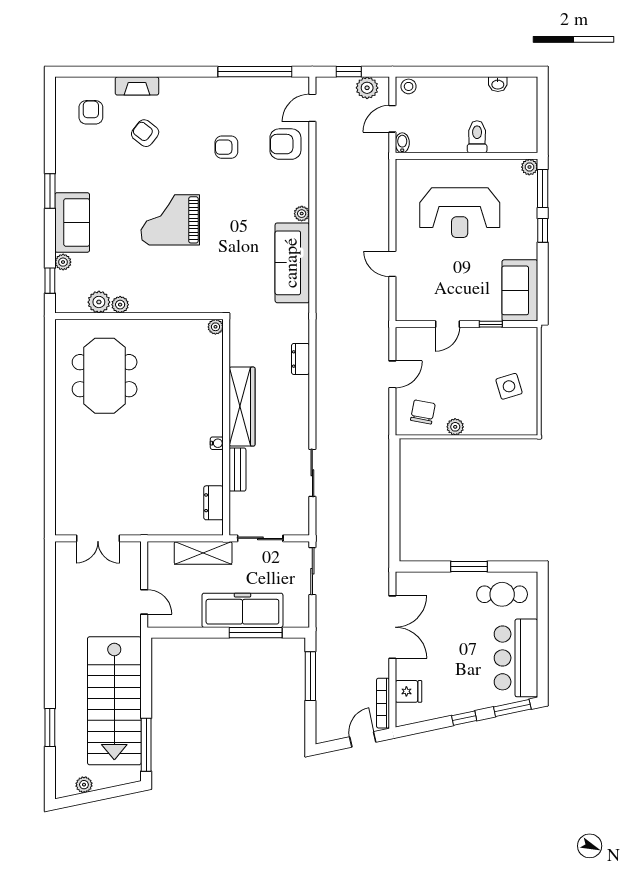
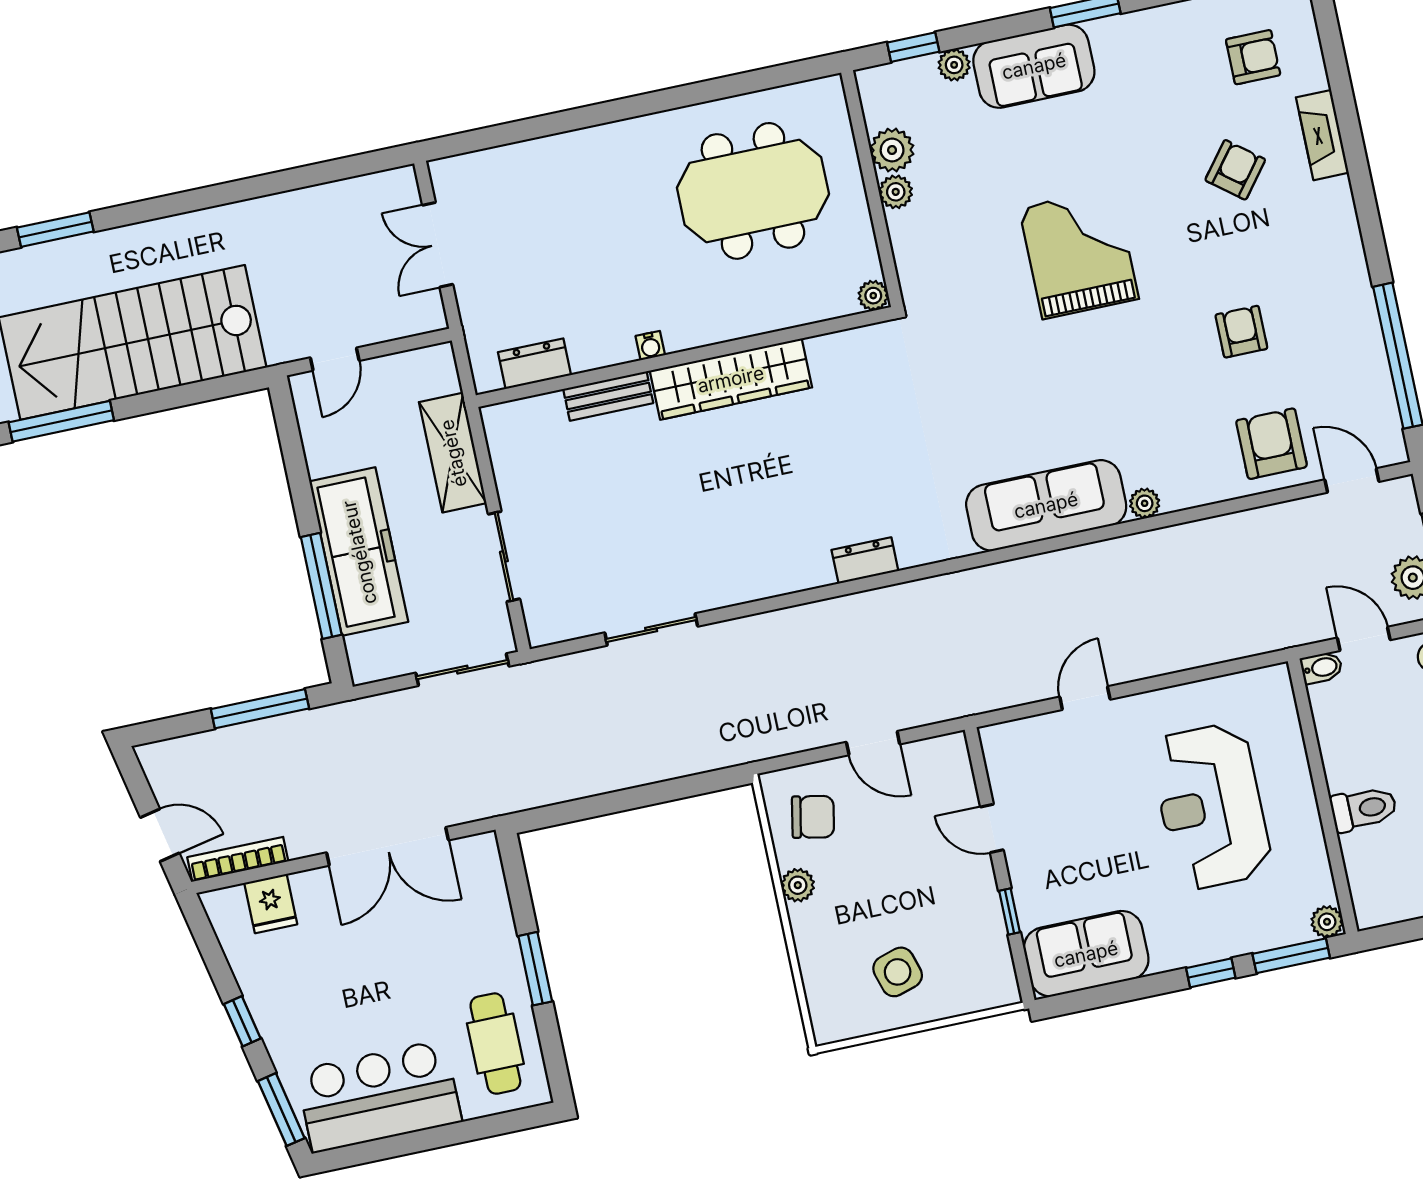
plant: (215, 327) -> (873, 296), moved
wardrobe: (242, 407) -> (731, 379), moved
wall: (226, 427) -> (685, 357), moved
water cooler: (217, 443) -> (650, 346), moved
bench: (237, 470) -> (608, 396), moved
dresser: (214, 503) -> (535, 364), moved

